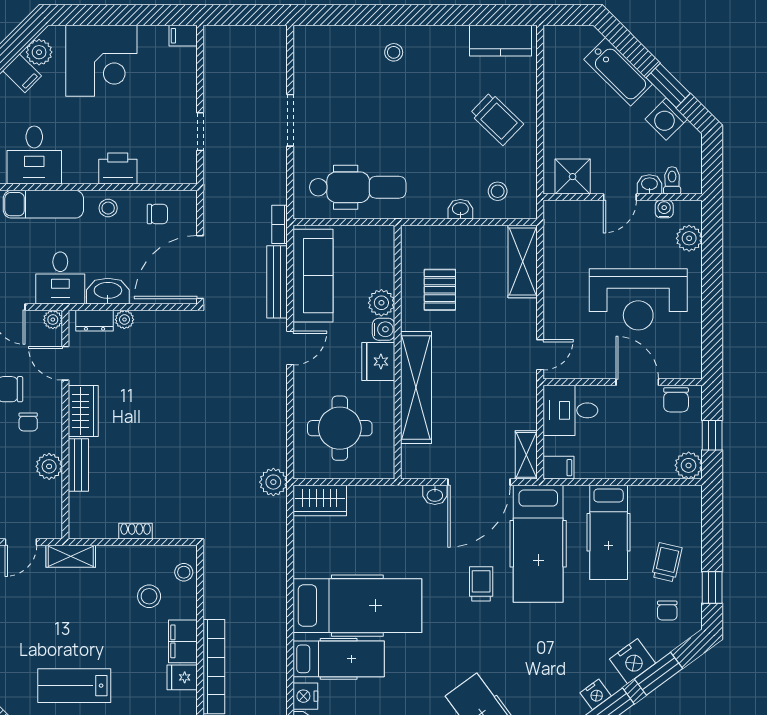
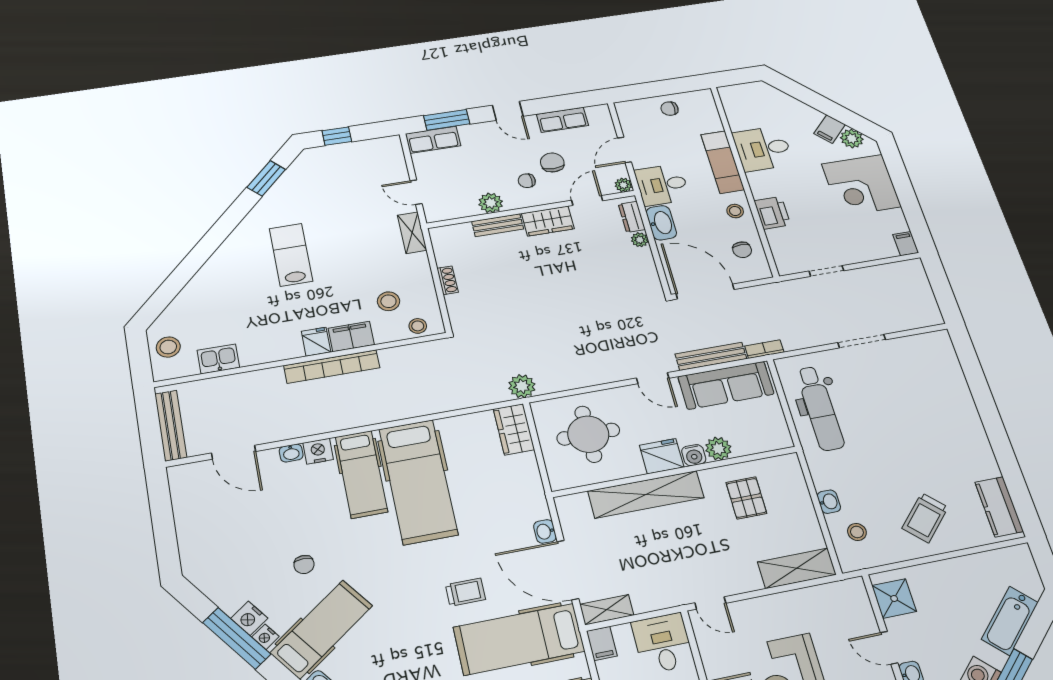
stool: (394, 52) -> (954, 416), removed
pallet: (440, 290) -> (746, 498), turned 90

